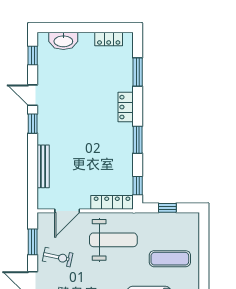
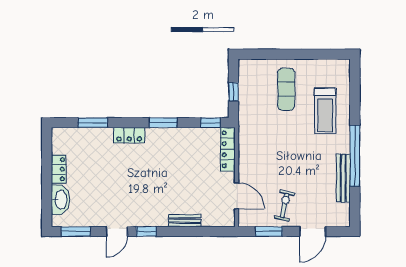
locker: (109, 39) -> (59, 169), moved
window: (33, 56) -> (76, 232), width x1.50
bench: (43, 166) -> (185, 221), width x0.73
weight bench: (113, 240) -> (267, 148), removed

